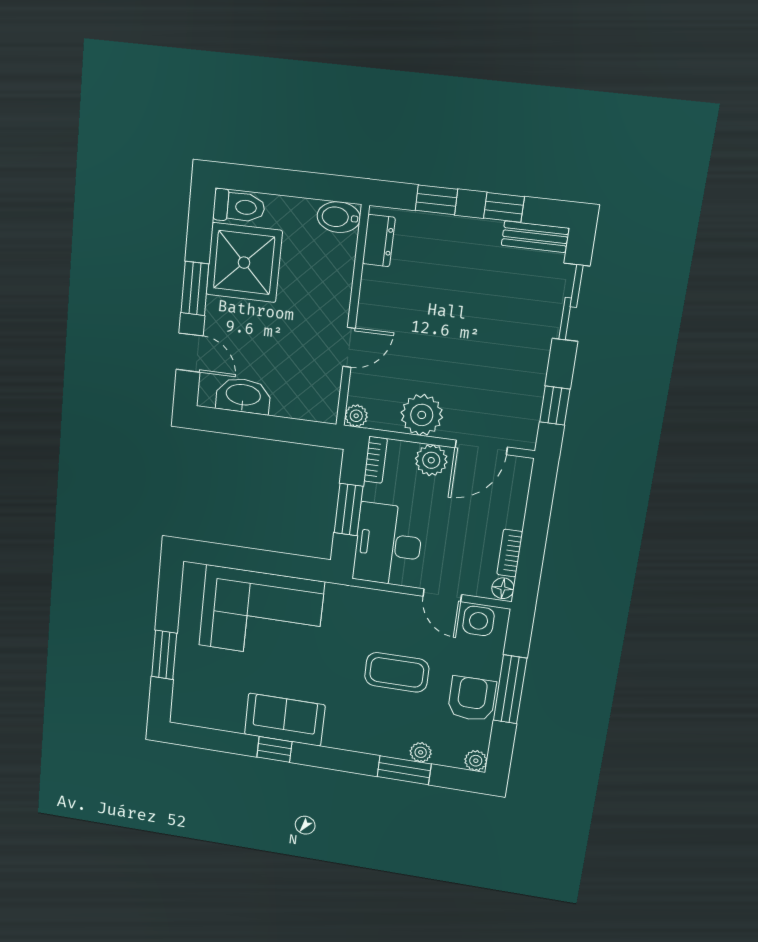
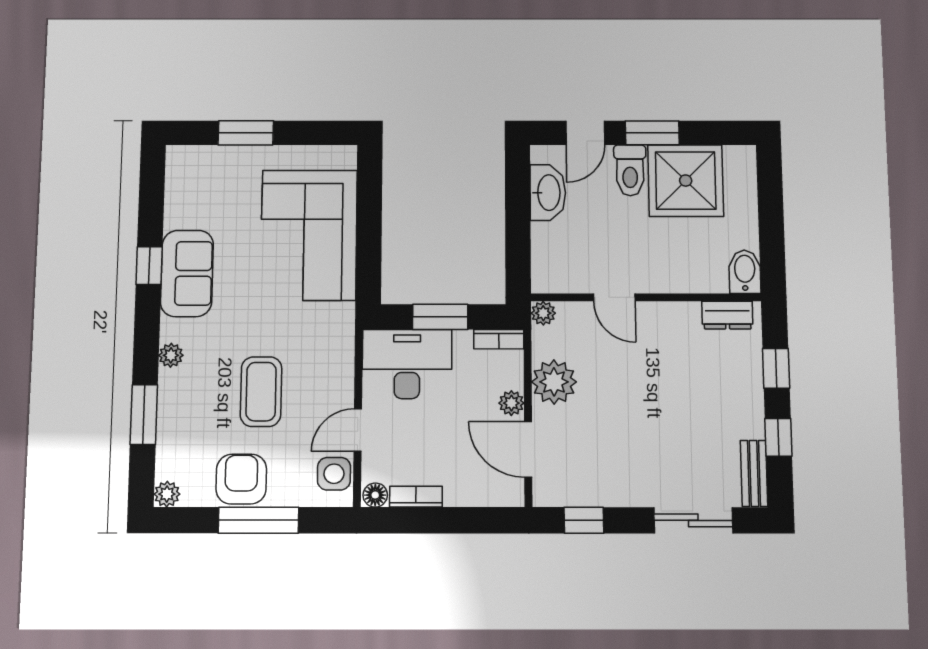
toilet: (239, 207) -> (630, 170), moved
plant: (431, 460) -> (511, 403), width x0.73, depth x0.73
armchair: (472, 699) -> (241, 479), turned -90
plant: (421, 752) -> (171, 355), moved

